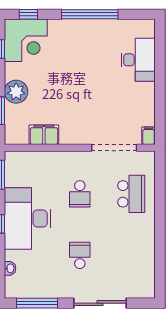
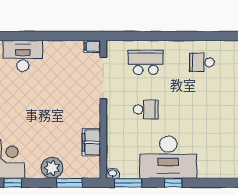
school desk: (80, 255) -> (202, 62), moved
washbasin: (10, 268) -> (113, 173), moved

